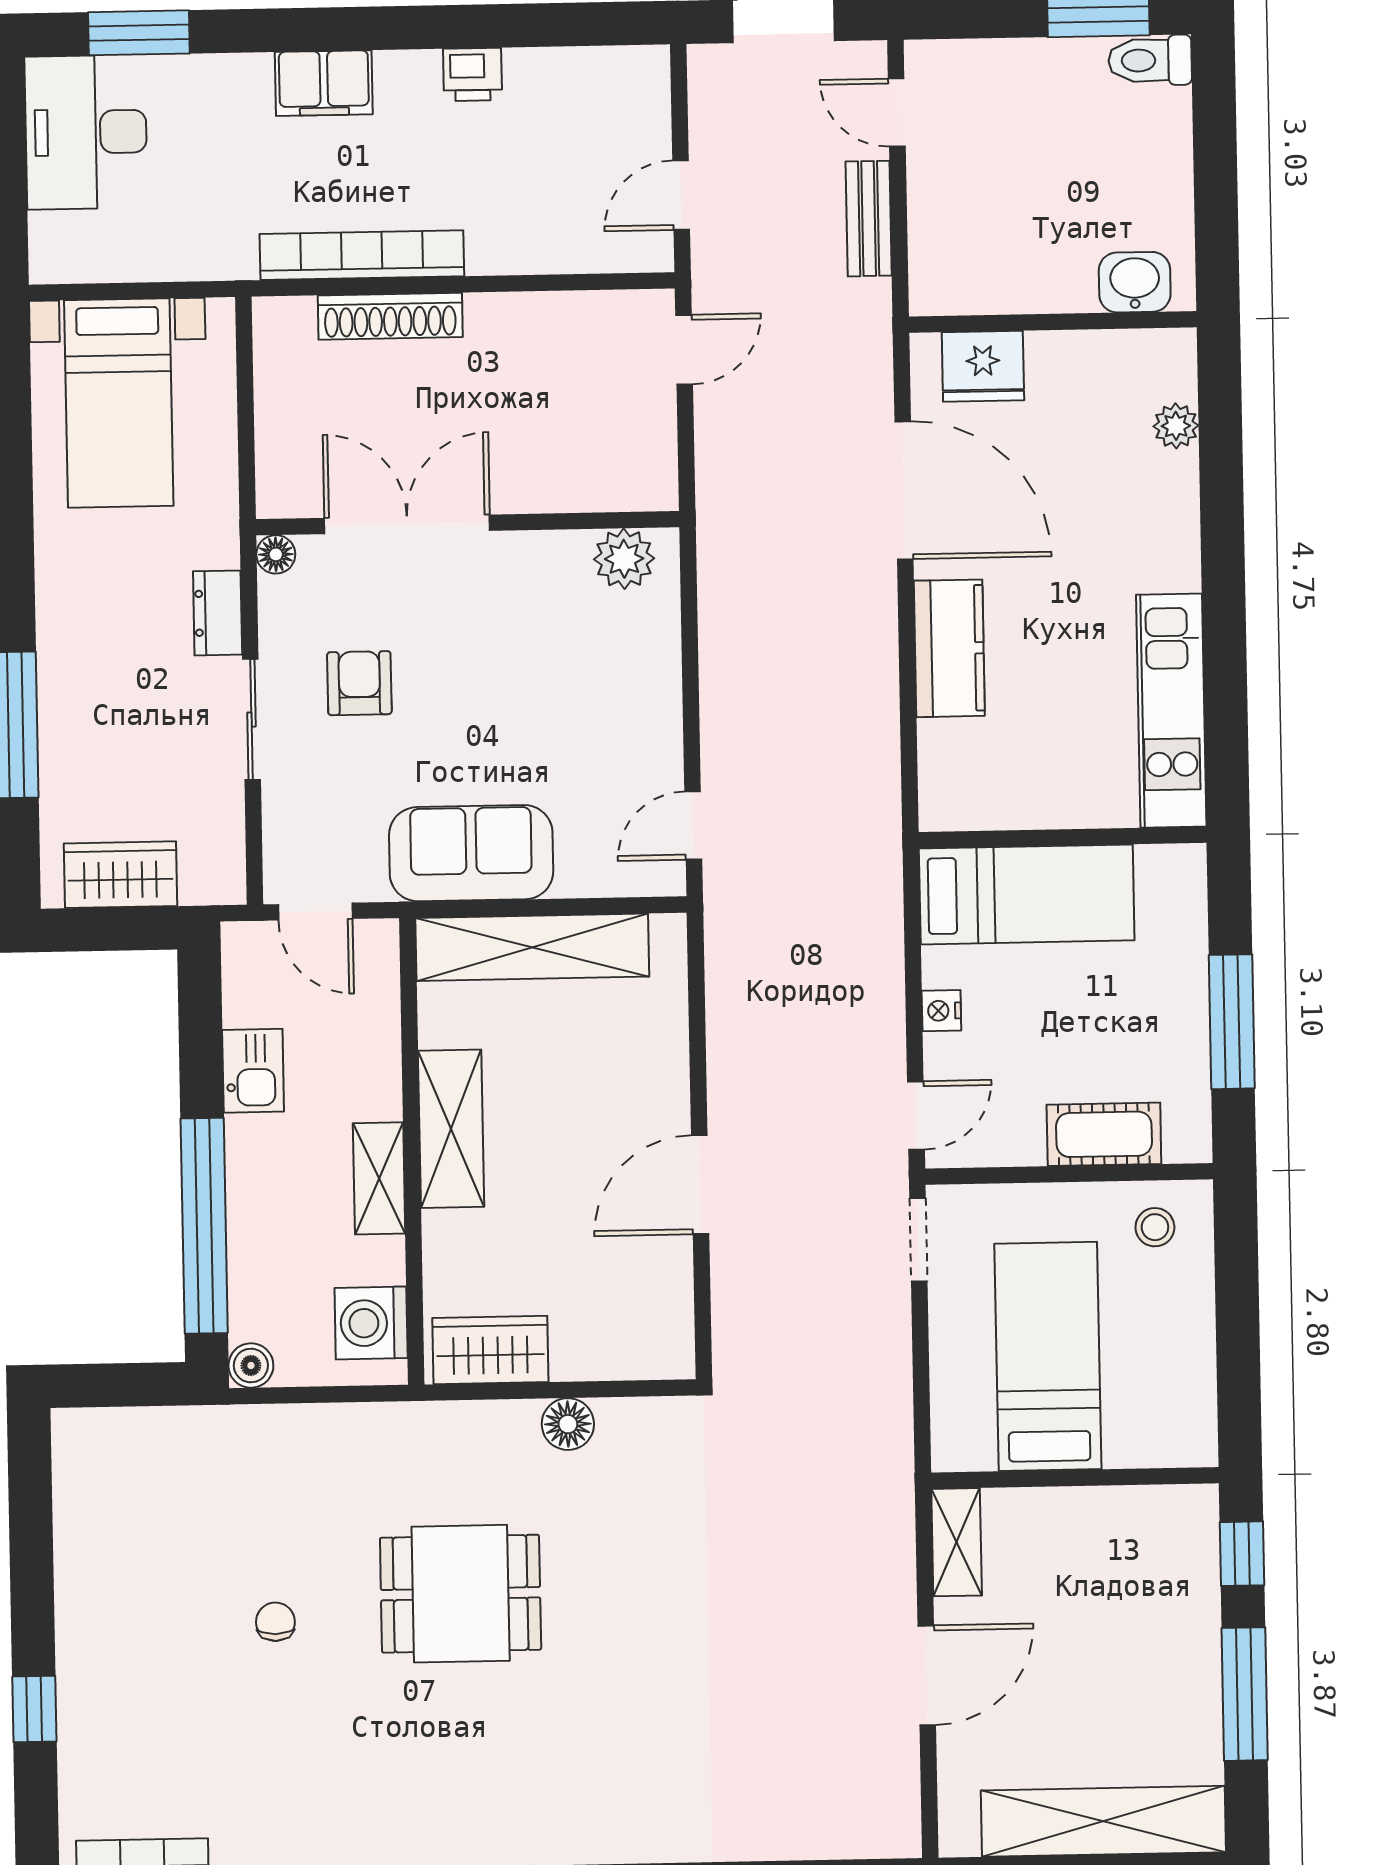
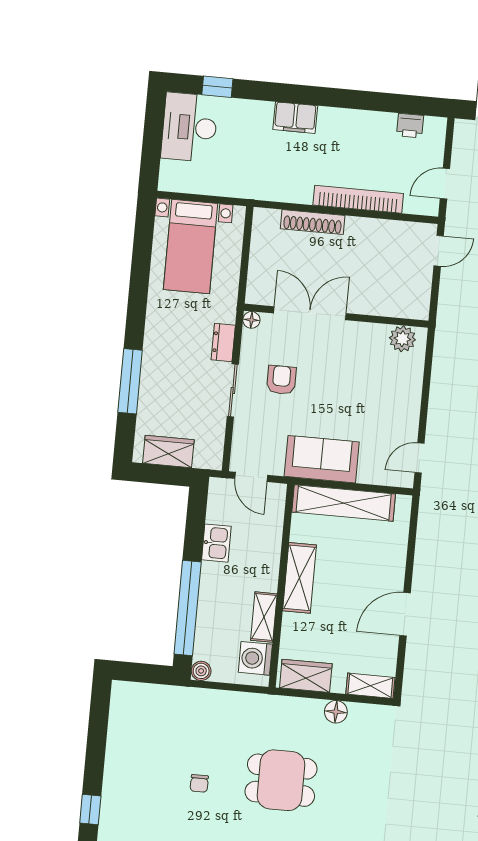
window: (139, 33) -> (217, 87), width x0.67
printer: (473, 74) -> (410, 126), moved
bookcase: (362, 255) -> (358, 199), moved
shelving: (379, 1178) -> (264, 617), moved
shelving: (640, 1356) -> (370, 686), added
chair: (275, 1622) -> (199, 783), turned 180

